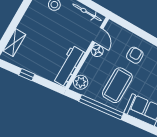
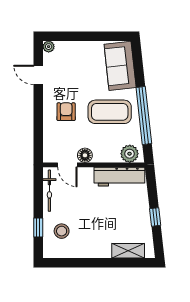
door: (98, 35) -> (67, 165), swing flipped
armchair: (135, 55) -> (66, 112), turned 90

